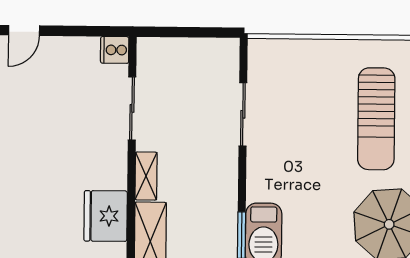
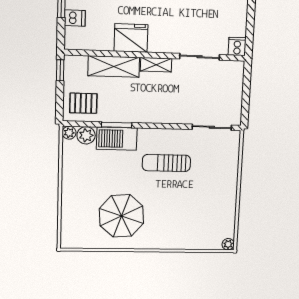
sliding door: (243, 114) -> (212, 127), moved
sun lounger: (376, 119) -> (166, 163), moved, width x0.73, depth x0.75

